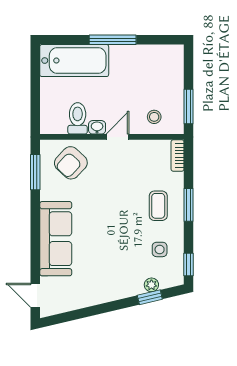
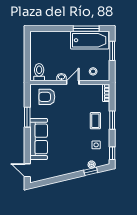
window: (113, 40) -> (86, 29), moved
bathtub: (74, 61) -> (90, 40), moved
window: (188, 106) -> (112, 51), moved
toilet: (78, 118) -> (39, 72), moved
armchair: (71, 163) -> (47, 97), turned 47
window: (35, 172) -> (27, 117), moved

